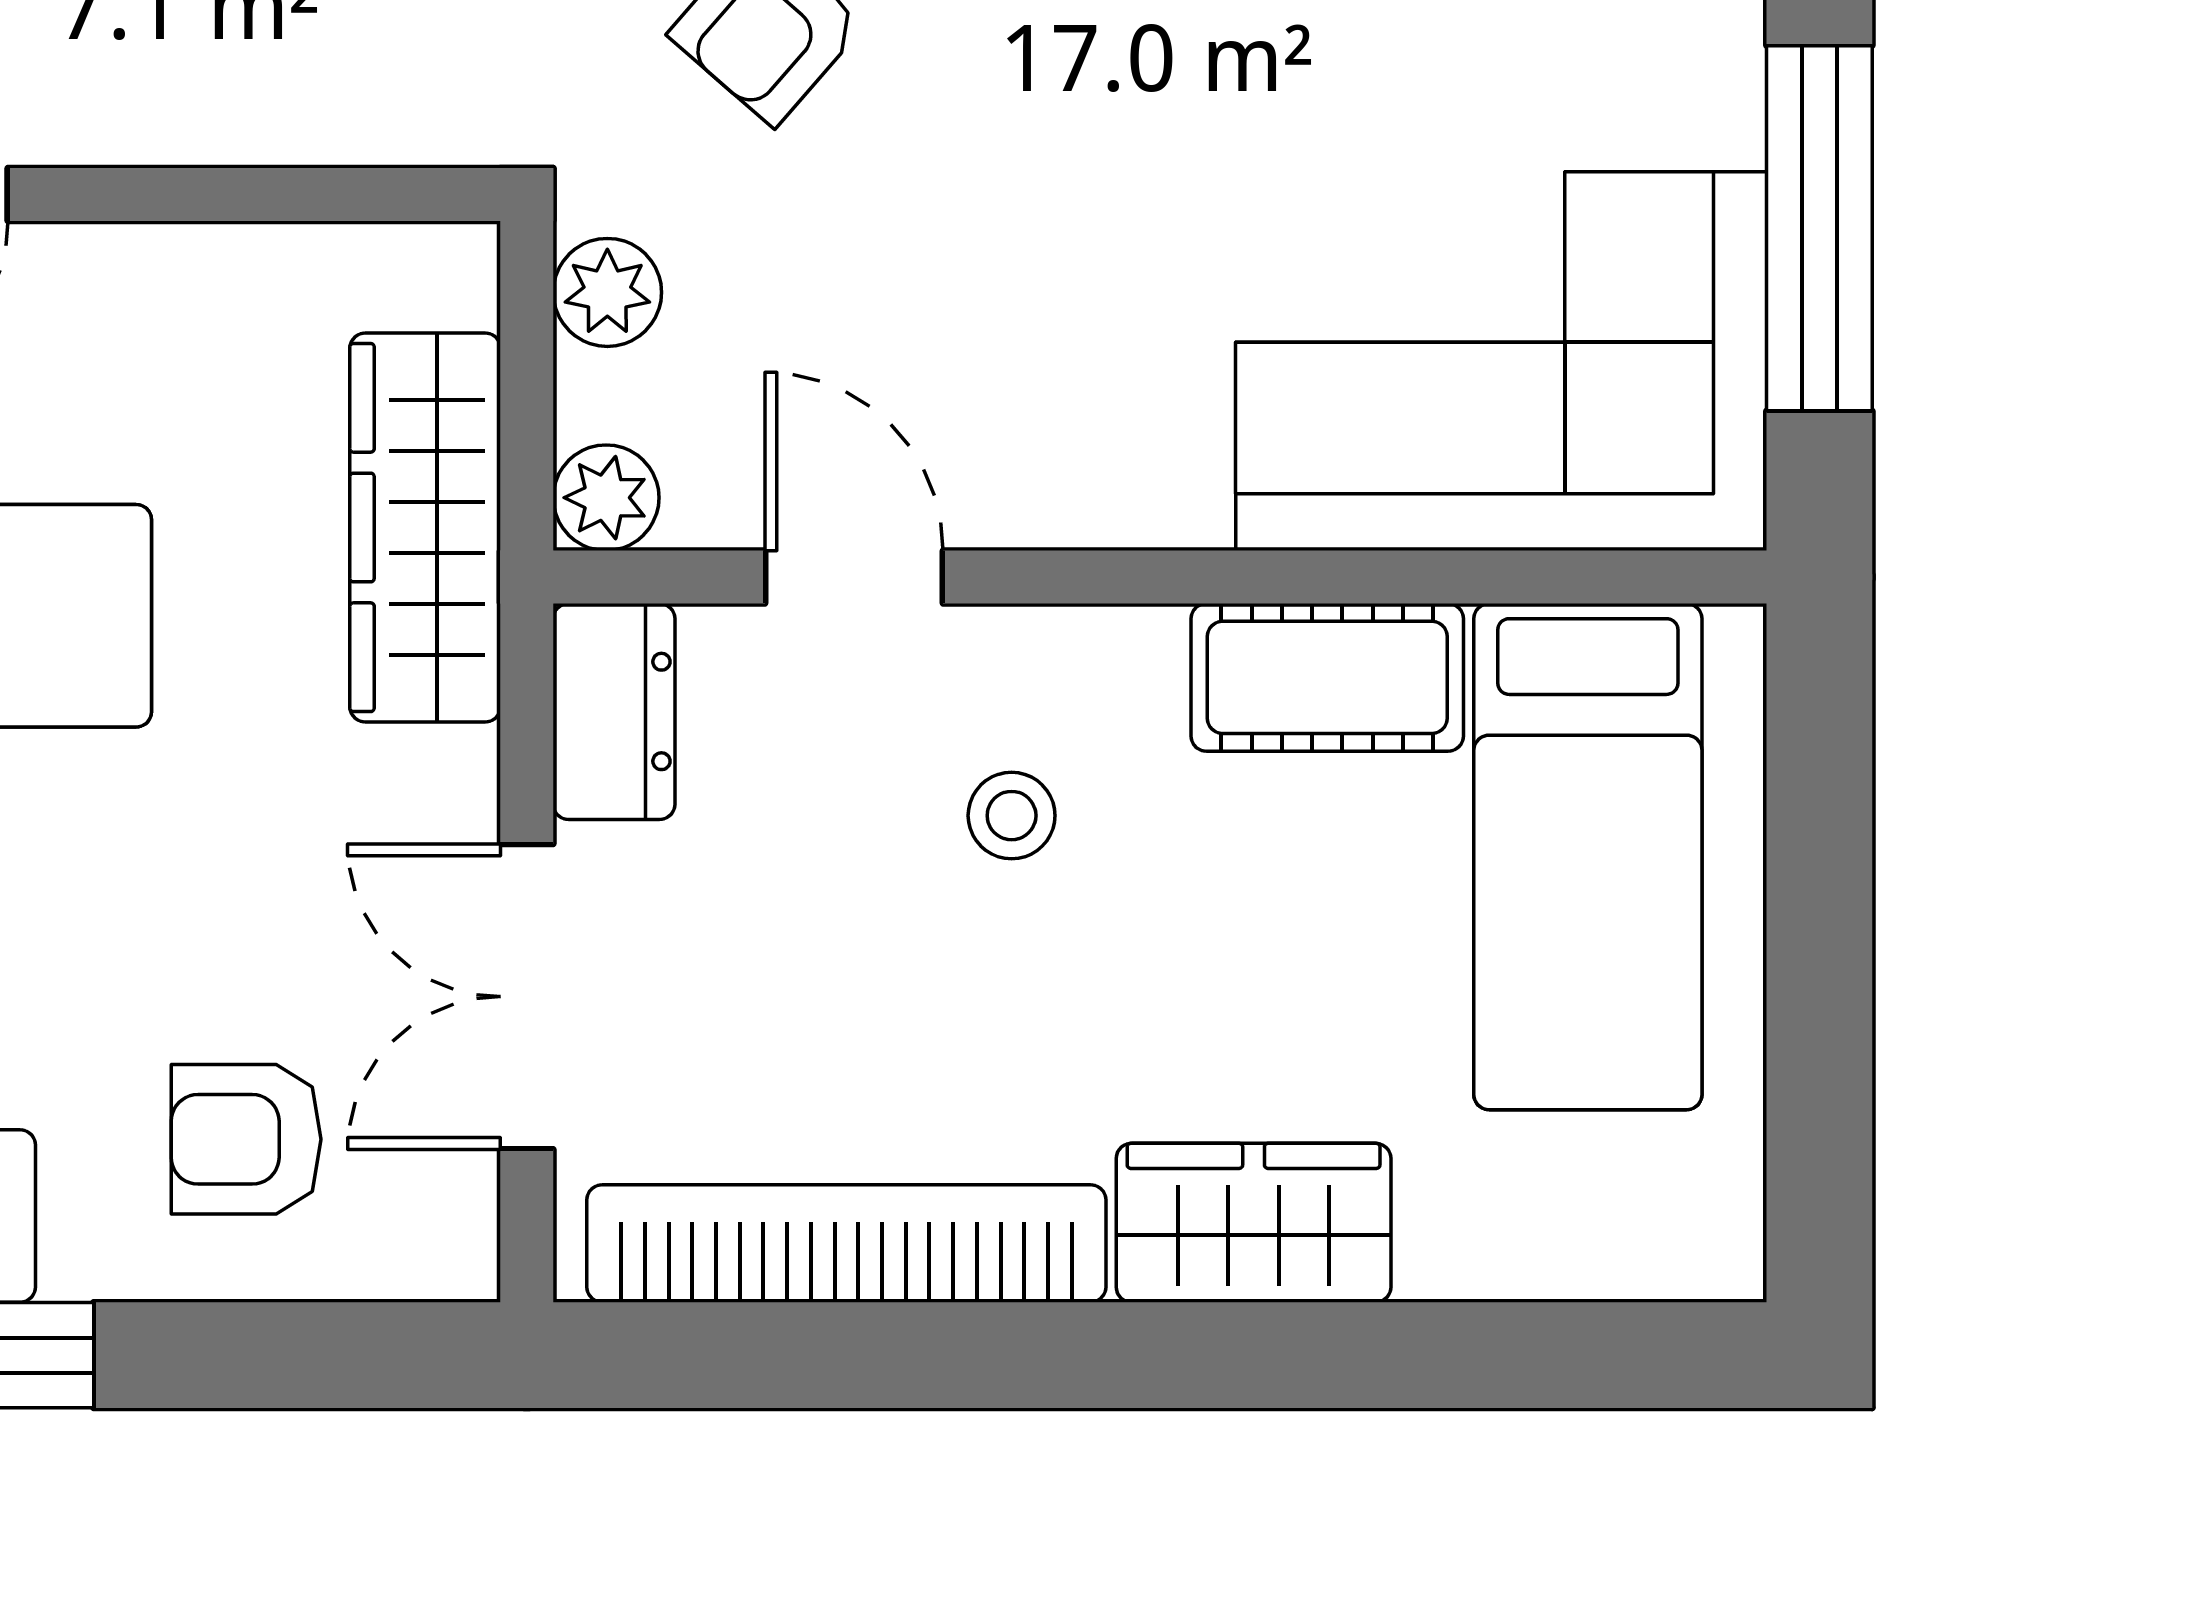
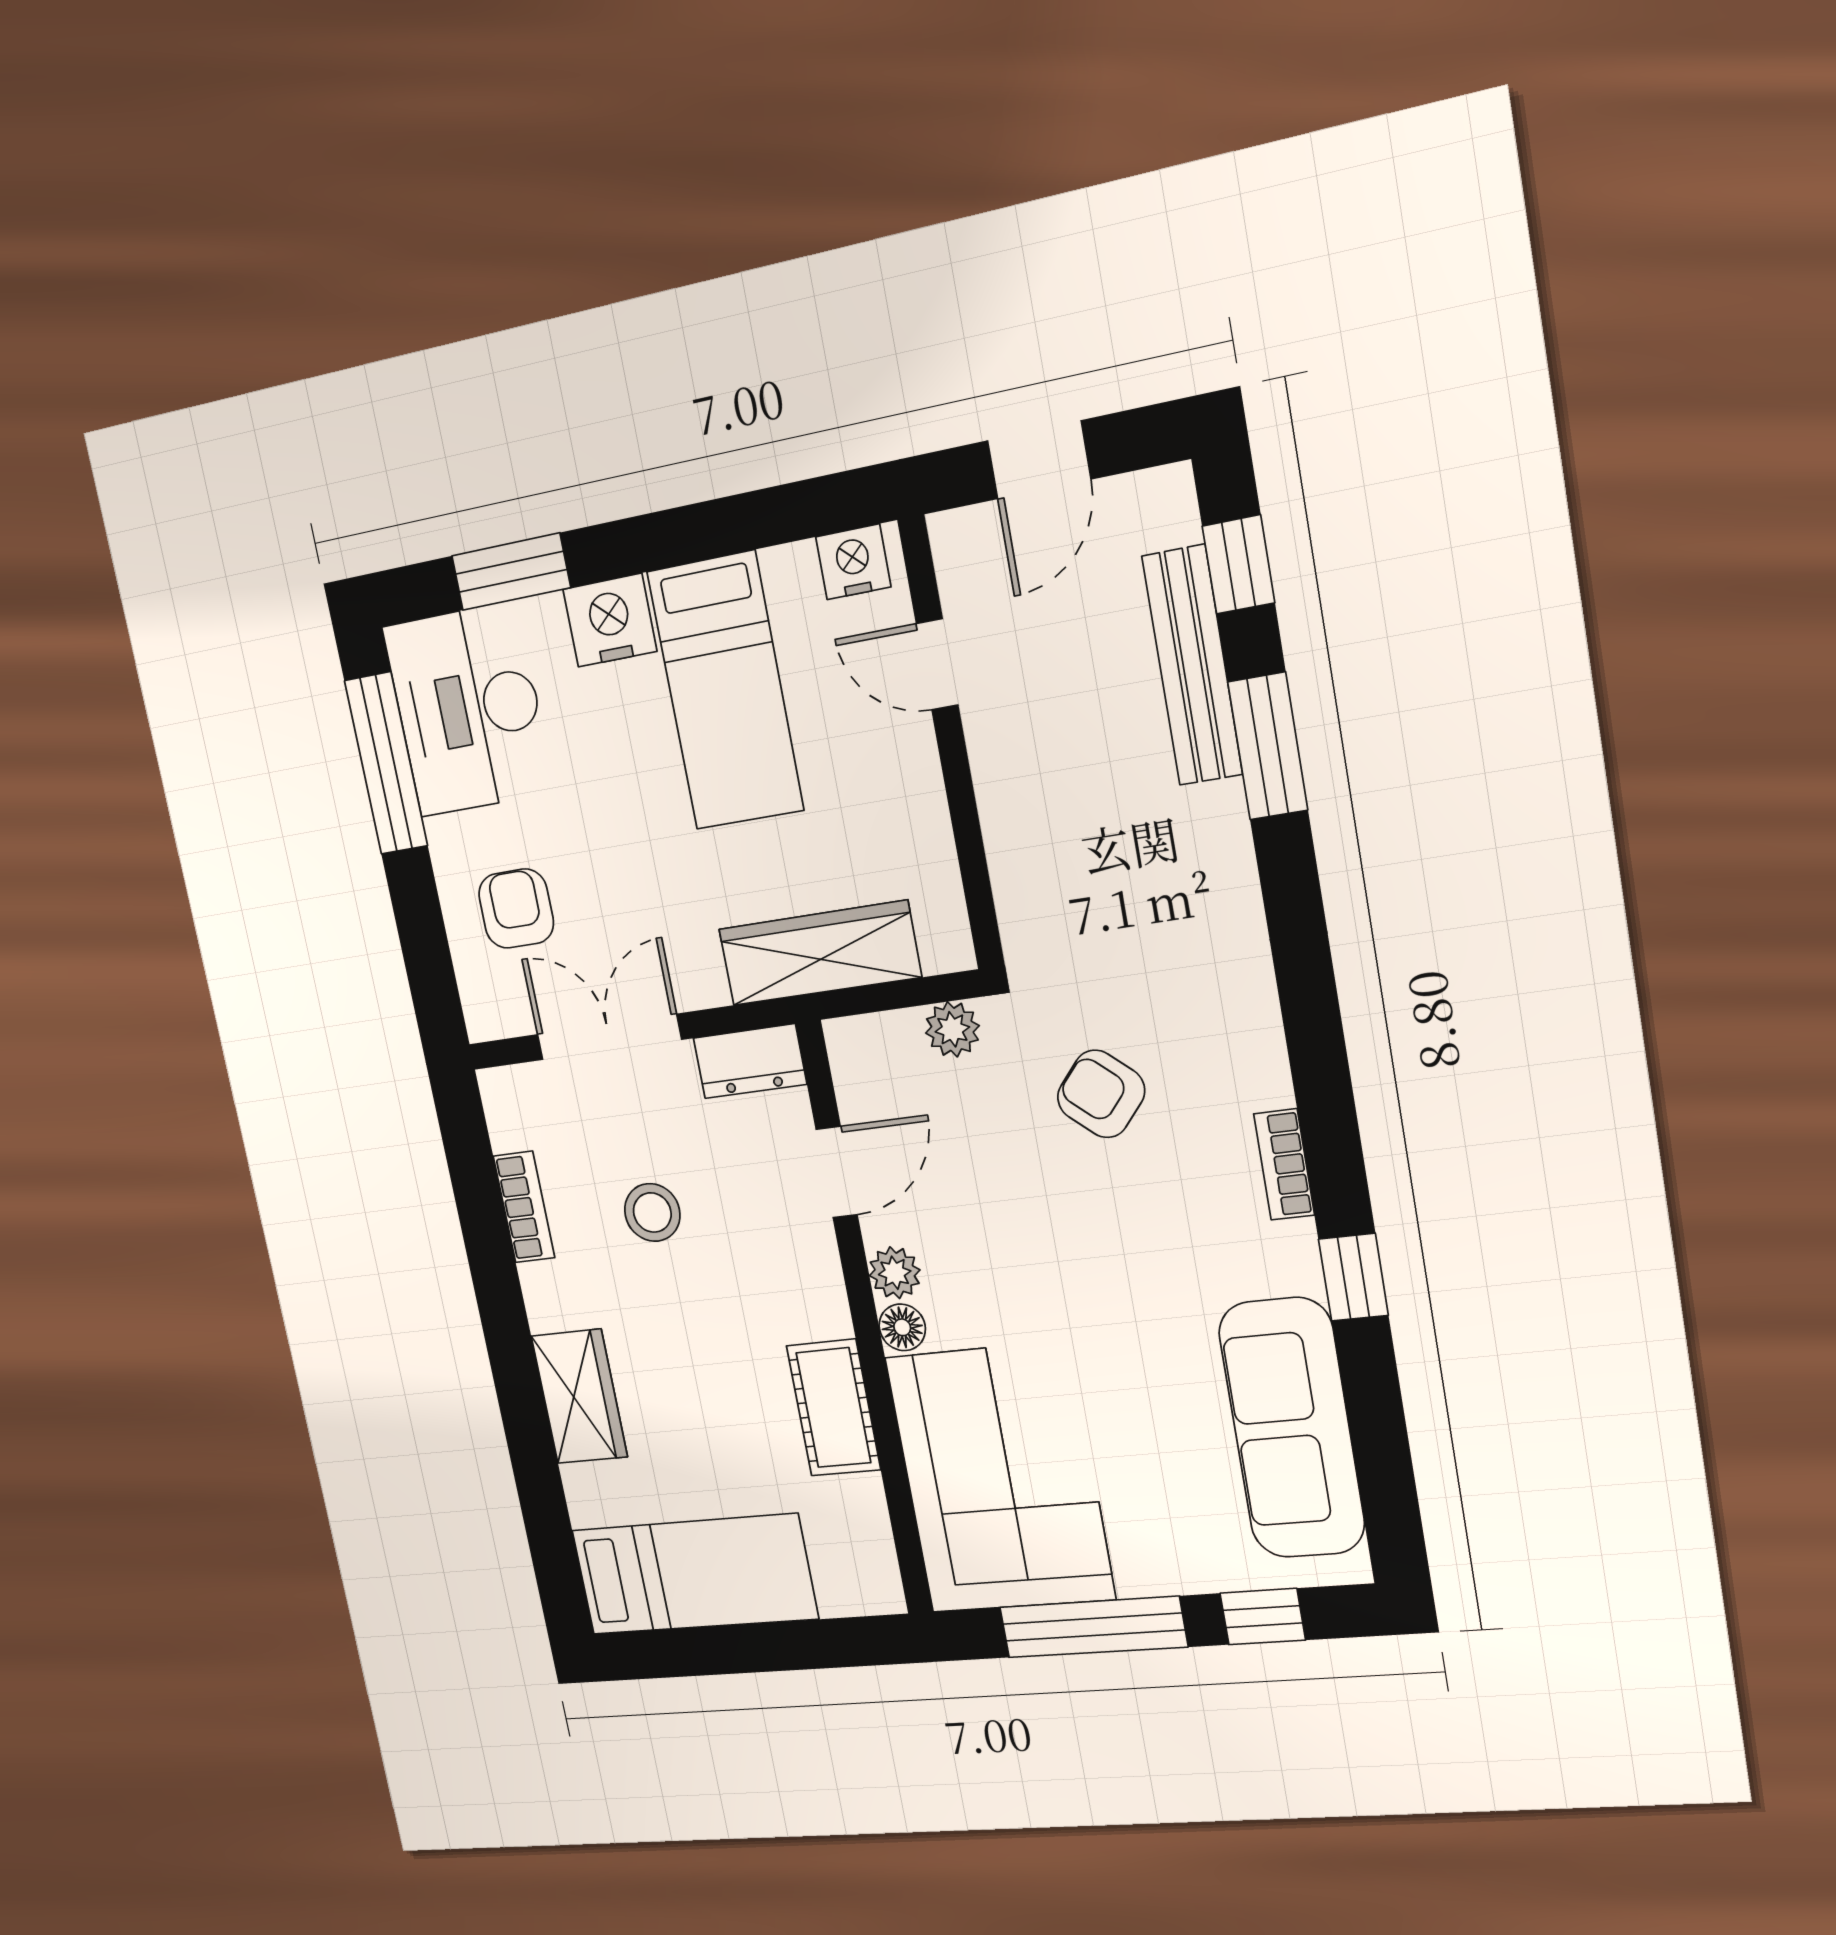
plant: (606, 498) -> (895, 1273), moved
floor lamp: (1178, 503) -> (902, 1327), added
stool: (1012, 816) -> (652, 1212), moved, width x1.37, depth x1.37
bed: (1588, 857) -> (694, 1574), moved, turned 180
bookcase: (846, 1243) -> (524, 1207), width x0.43, depth x0.76

